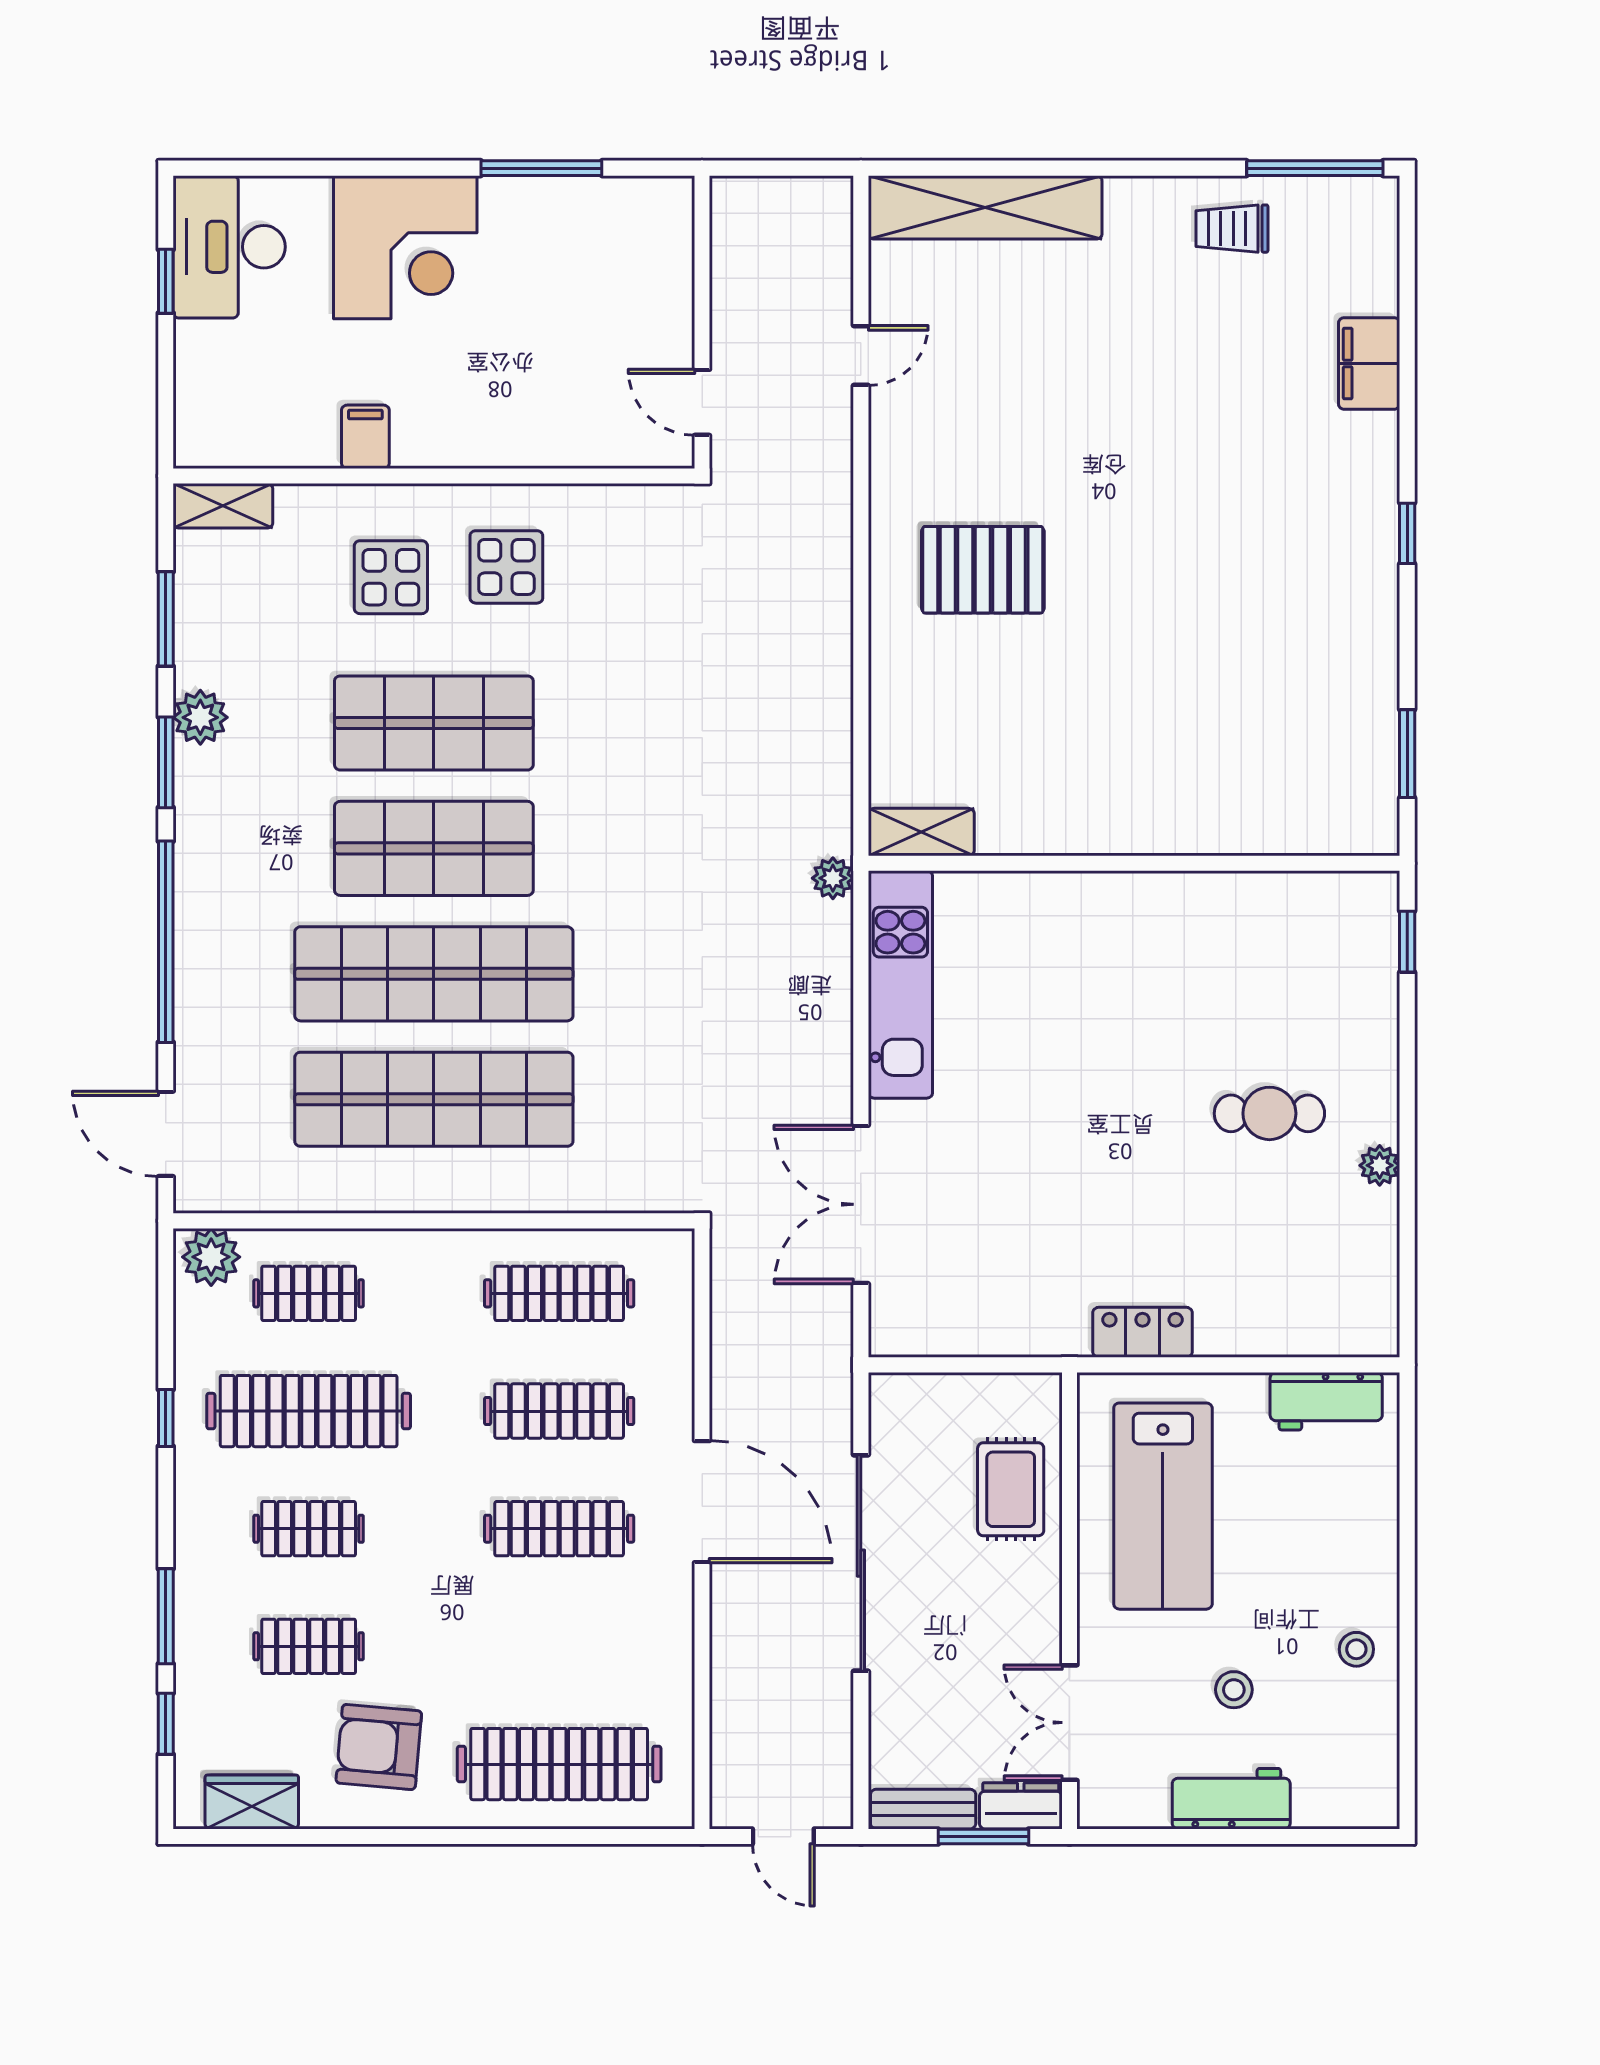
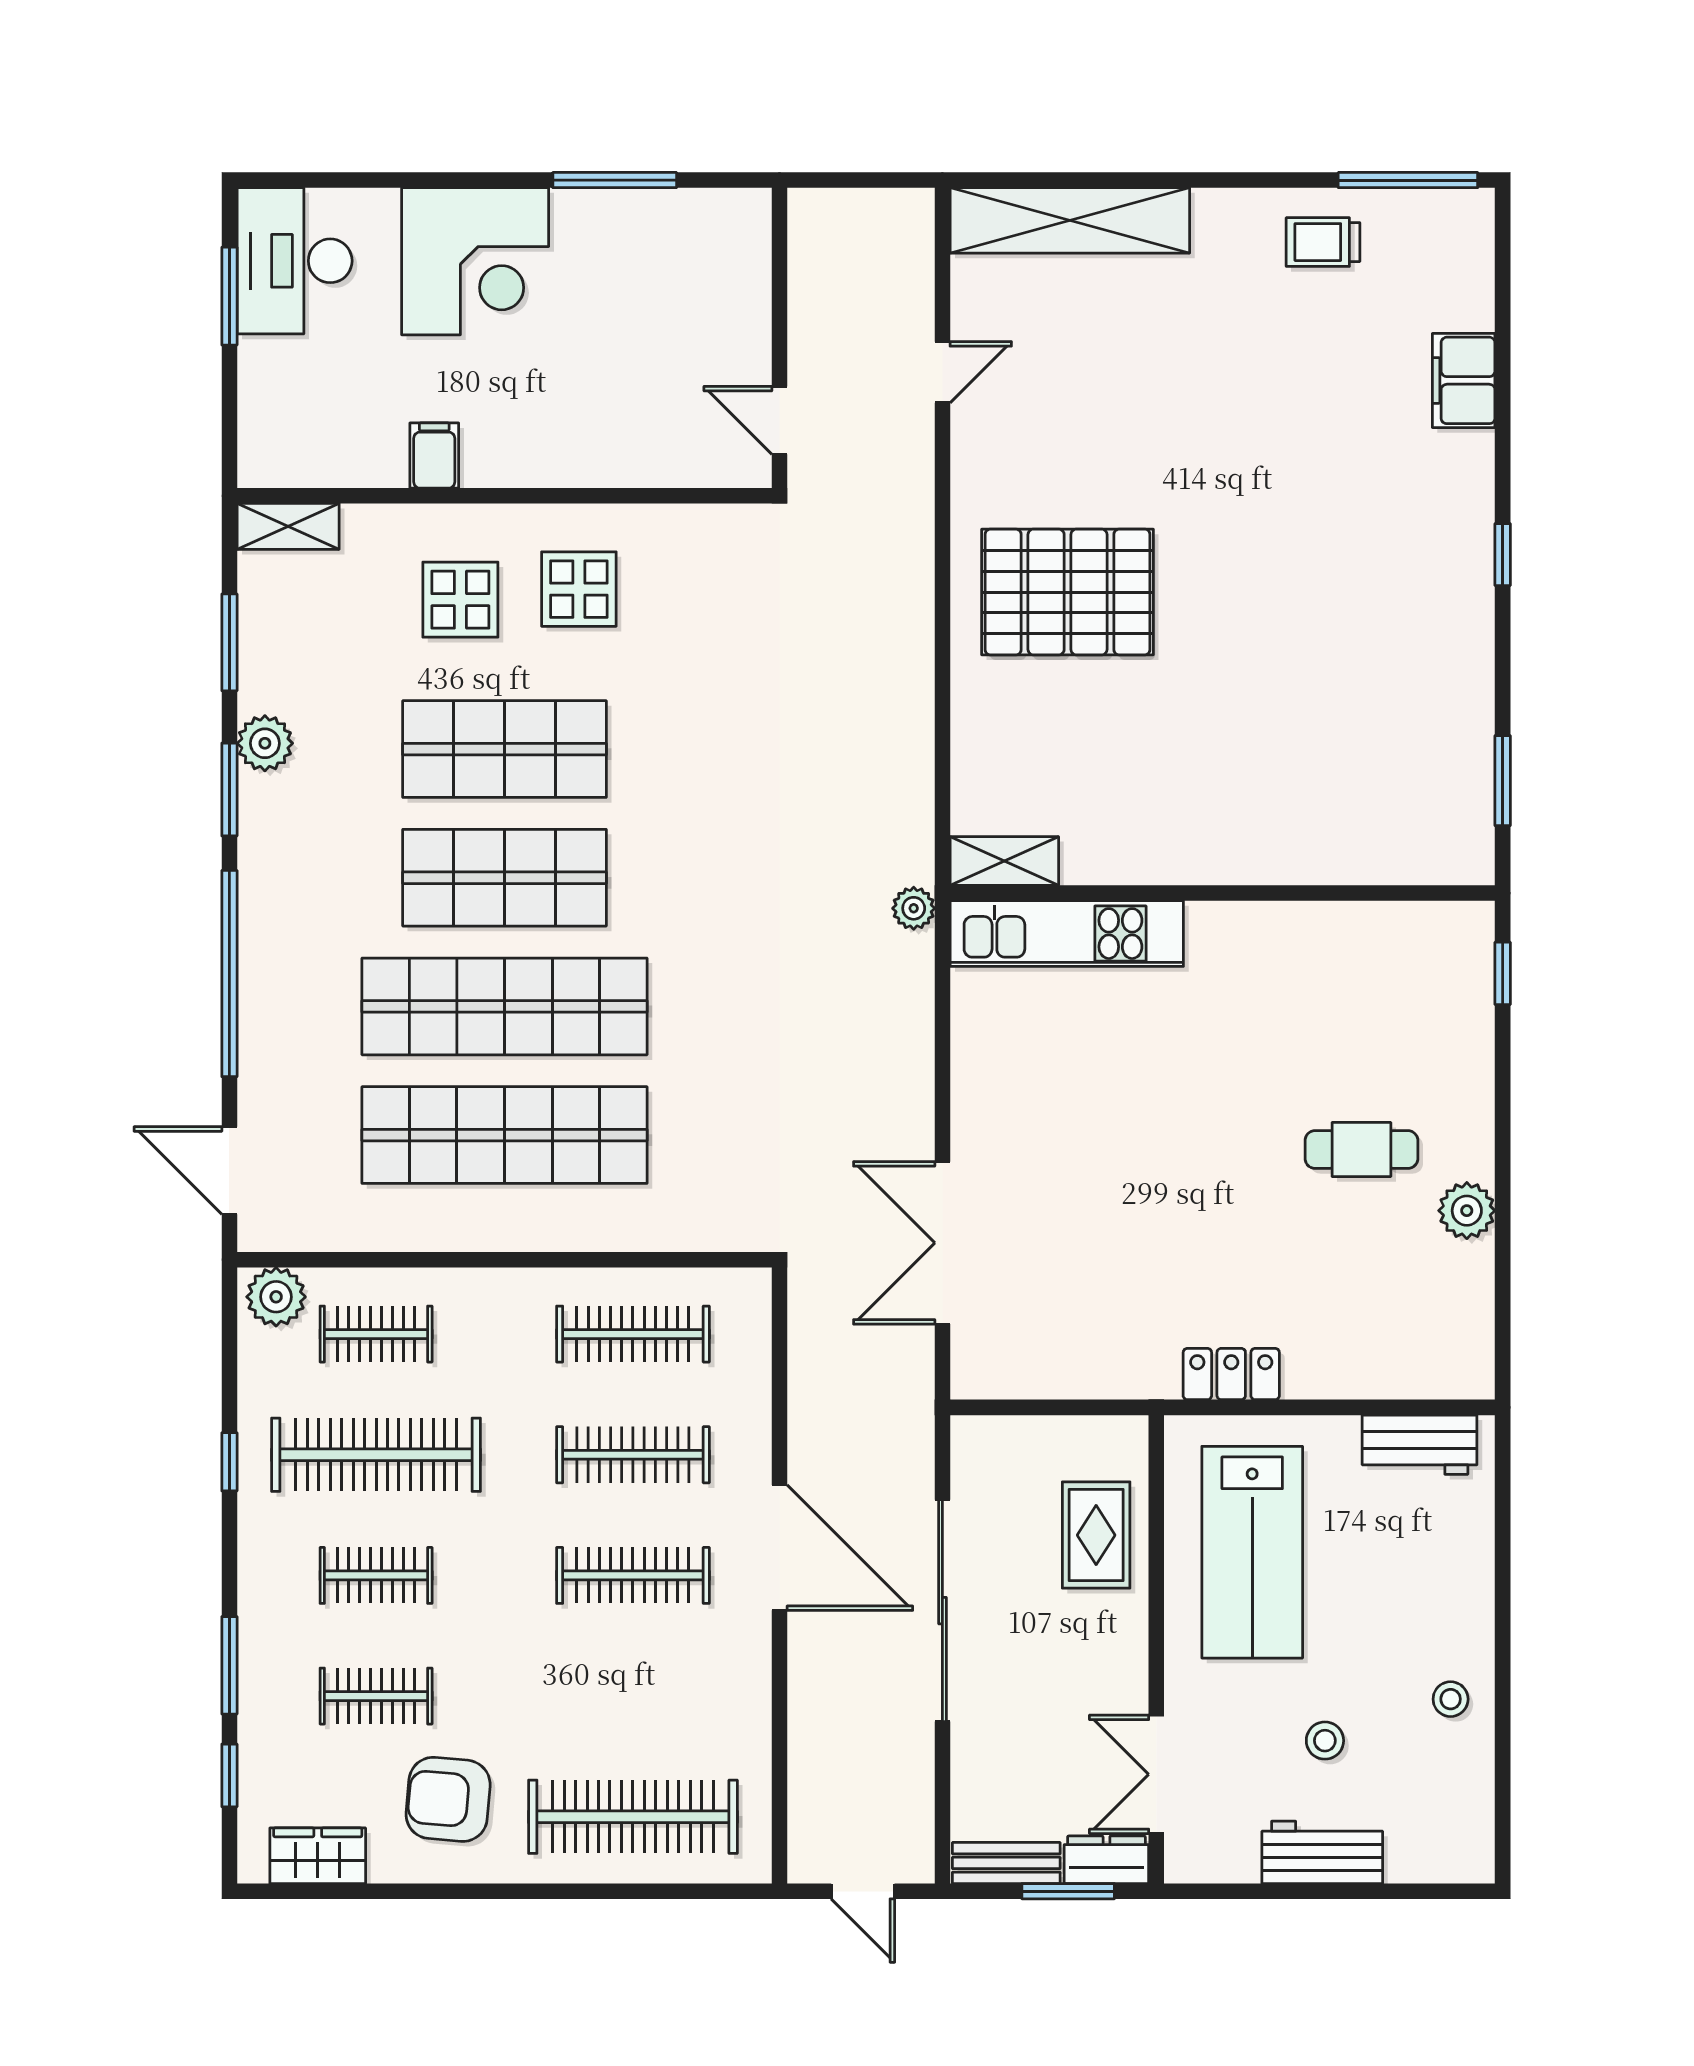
window: (166, 281) -> (229, 296), width x1.50
pallet: (983, 570) -> (1068, 592), width x1.37, depth x1.41
kitchen unit: (900, 984) -> (1067, 934), moved, turned 90
plant: (1380, 1165) -> (1467, 1211), width x1.38, depth x1.38

